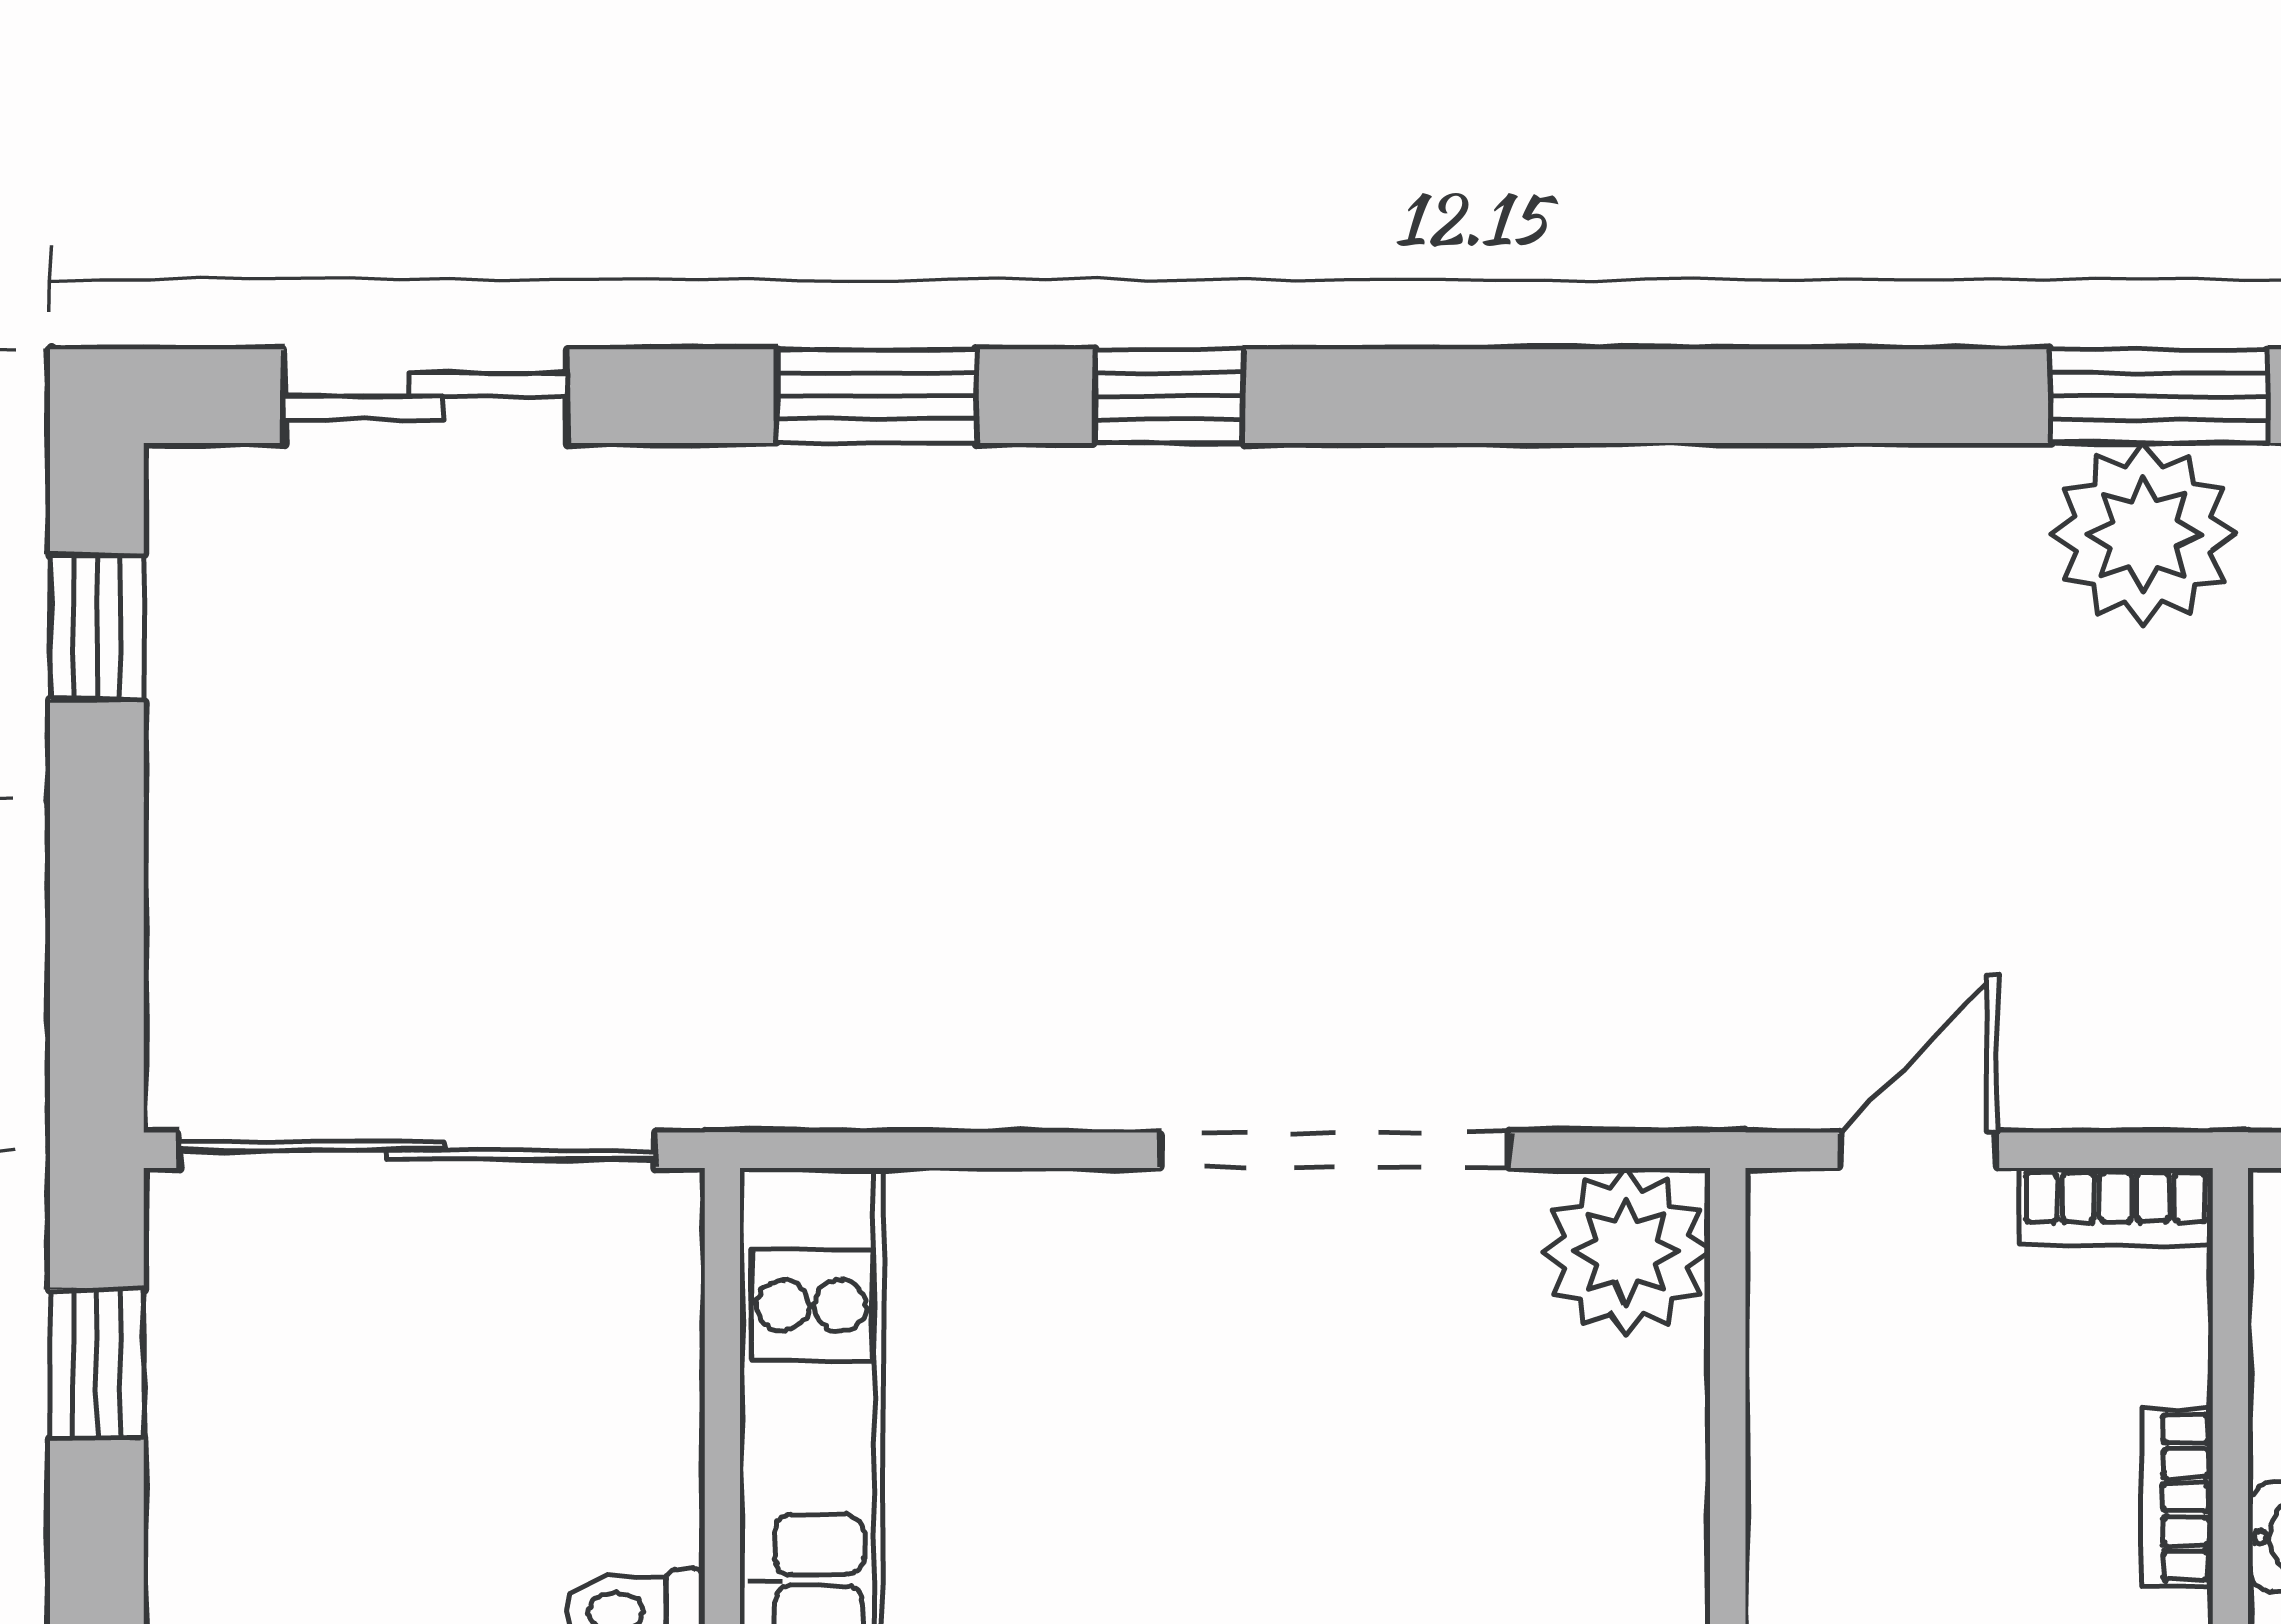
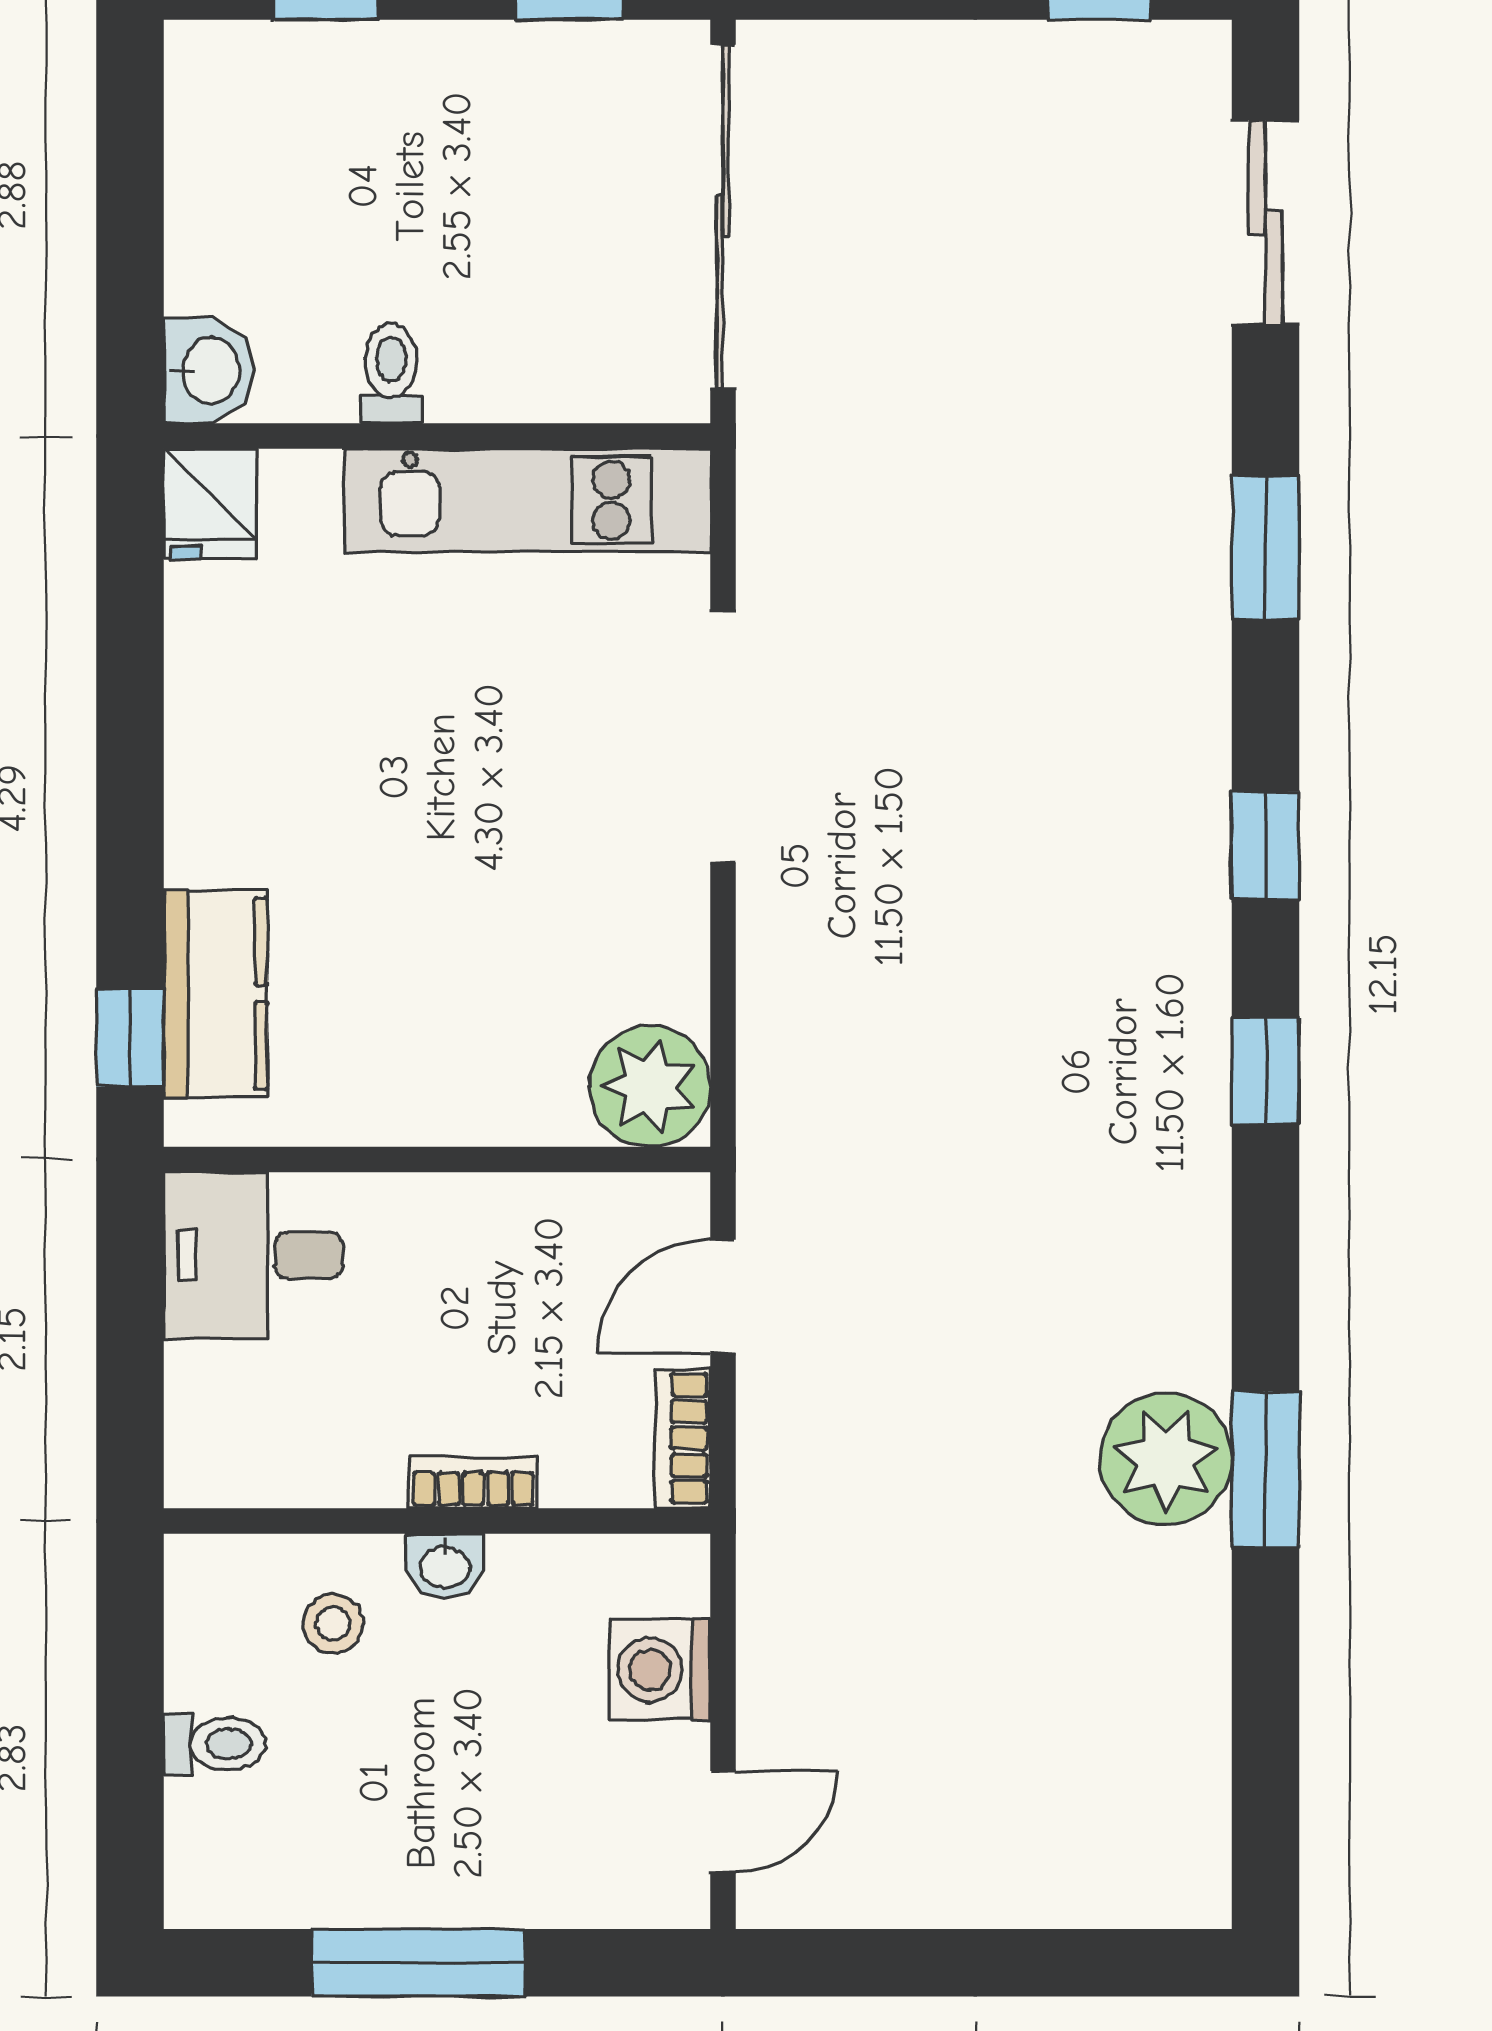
window: (1169, 396) -> (1265, 846), moved
window: (1604, 396) -> (1265, 1071), added
doorway: (1335, 1150) -> (723, 736), moved
door: (1918, 1150) -> (723, 1296), swing flipped

